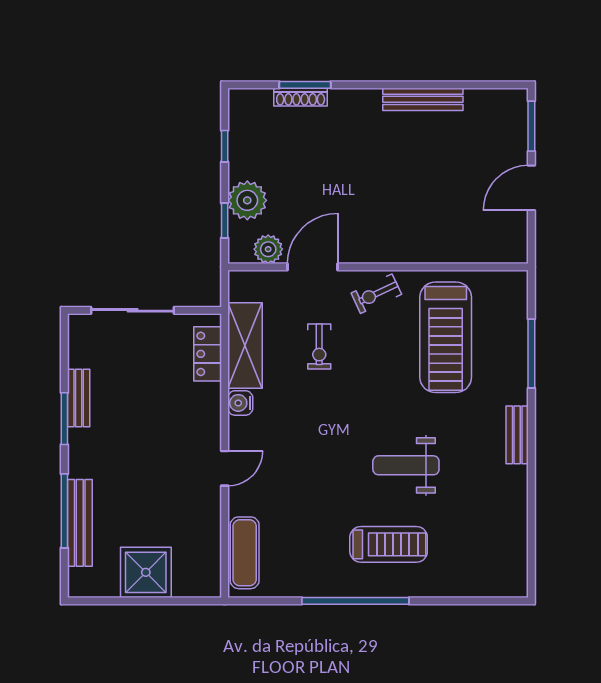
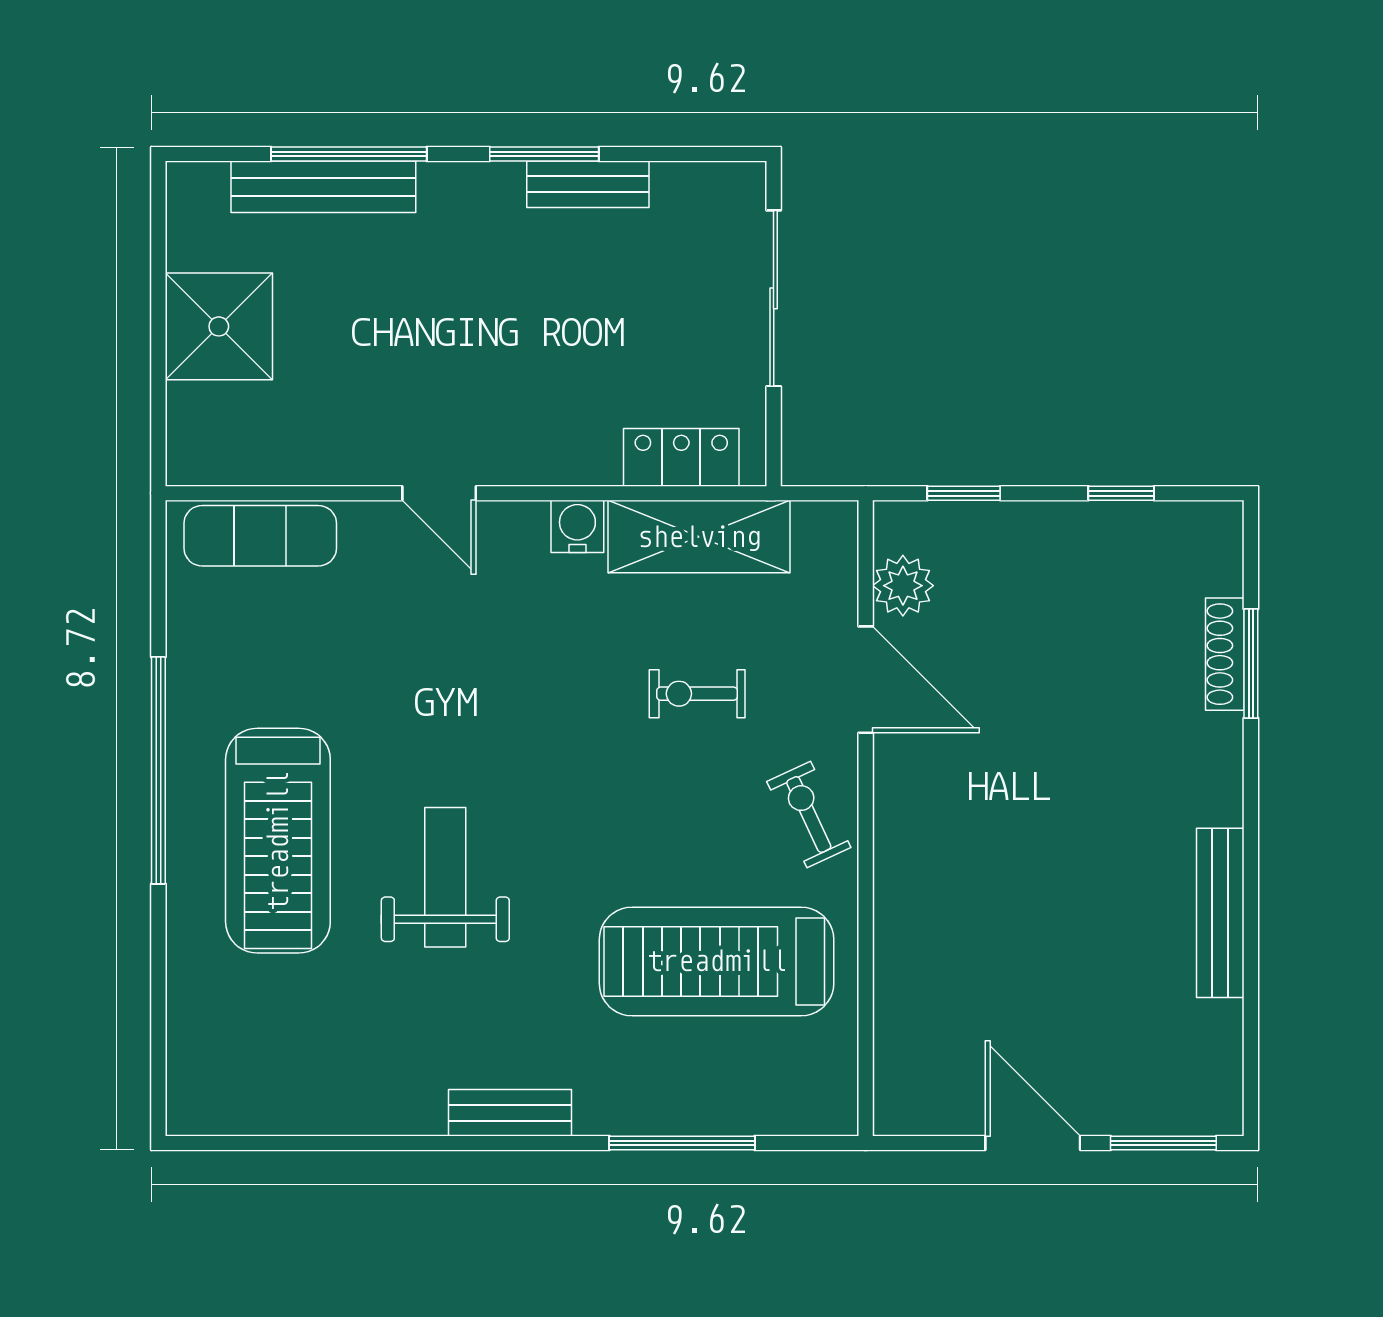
plant: (247, 200) -> (1006, 541), removed
treadmill: (389, 544) -> (278, 841), width x1.37, depth x1.38

